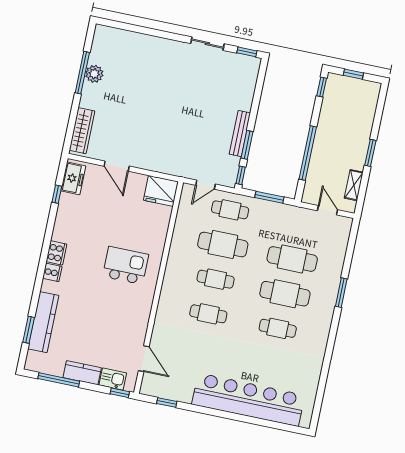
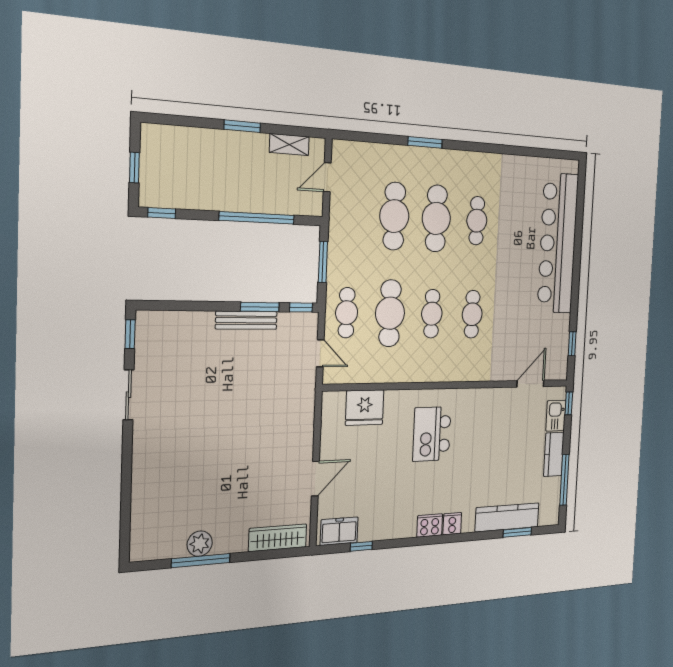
fridge: (161, 191) -> (365, 408), moved, turned 90

